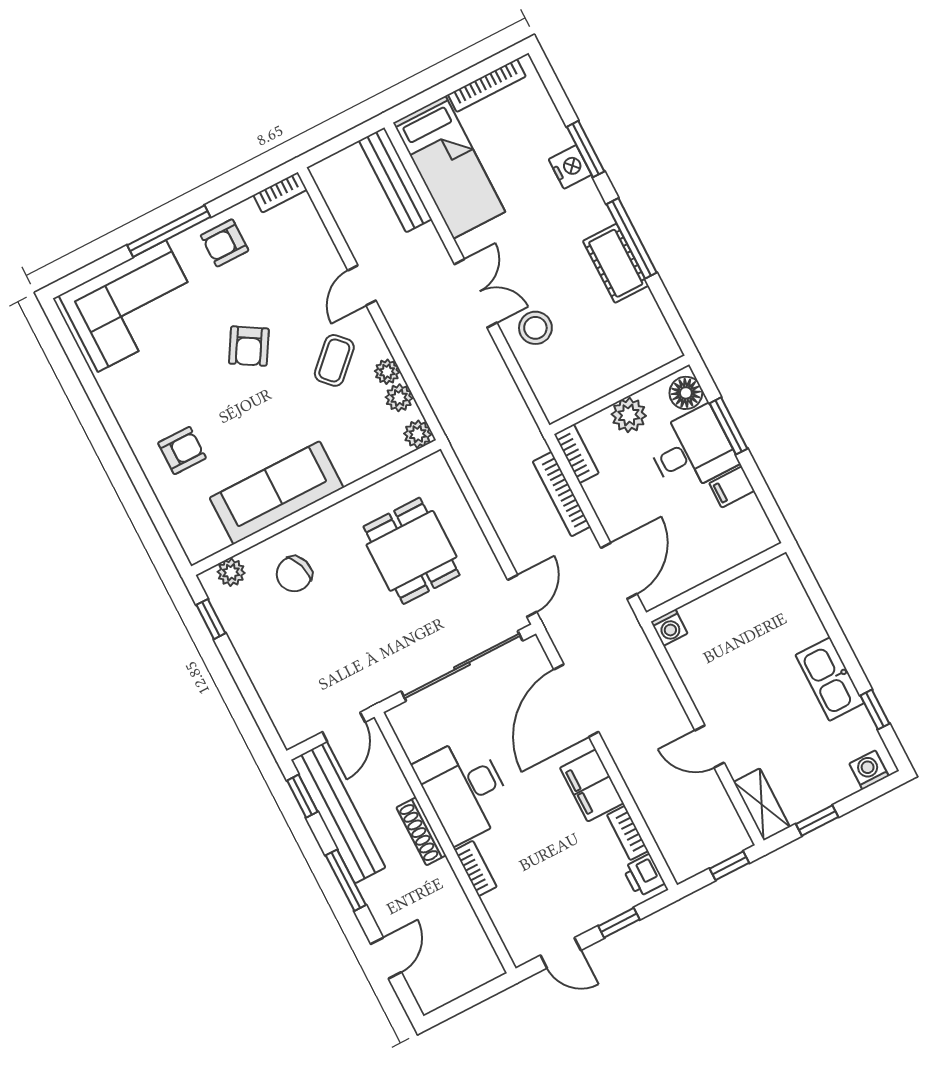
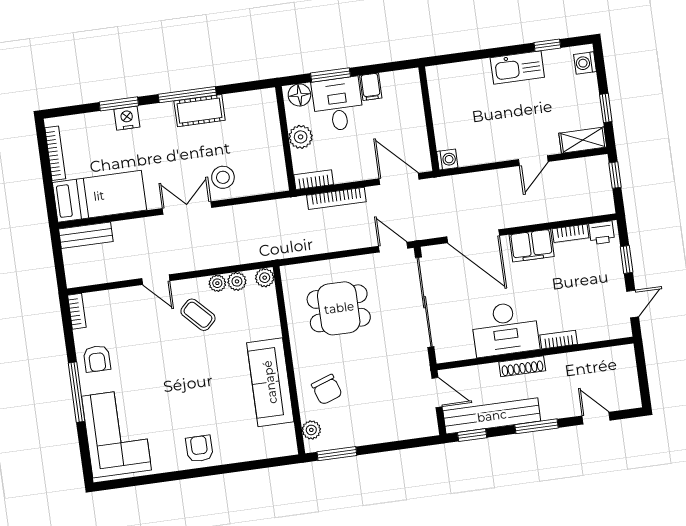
bench: (395, 180) -> (86, 235), width x0.73
armchair: (249, 346) -> (169, 367), removed
armchair: (182, 450) -> (199, 449), moved
window: (211, 619) -> (337, 454), width x1.50

